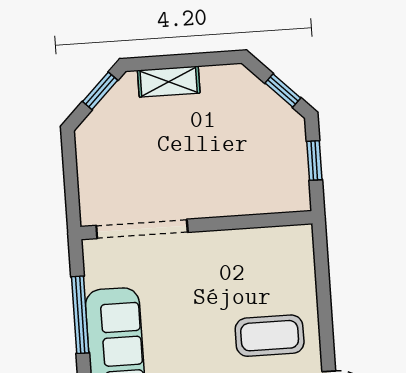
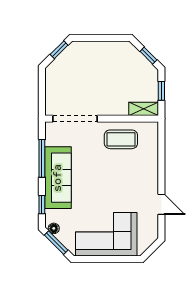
shelving: (169, 82) -> (144, 109), moved
coffee table: (270, 336) -> (121, 139), moved

